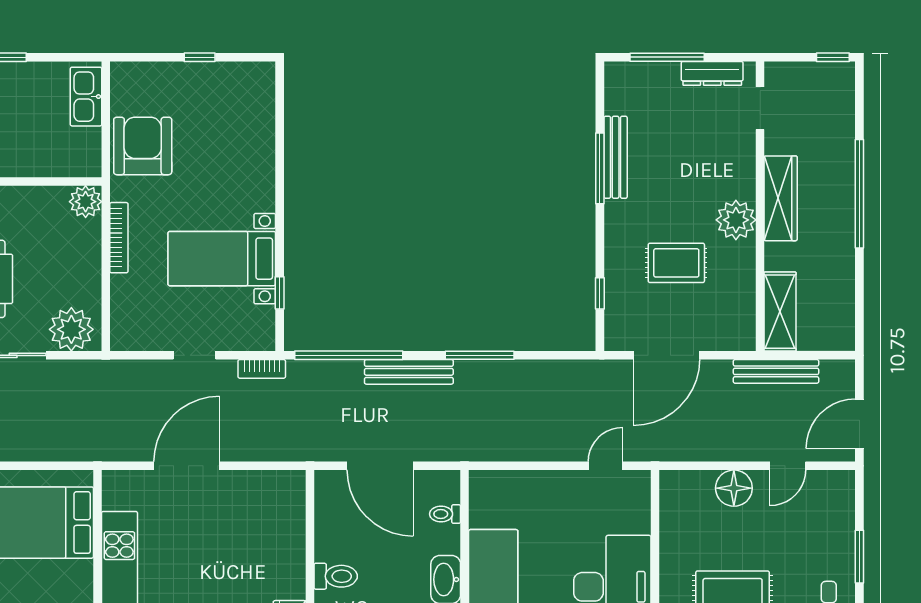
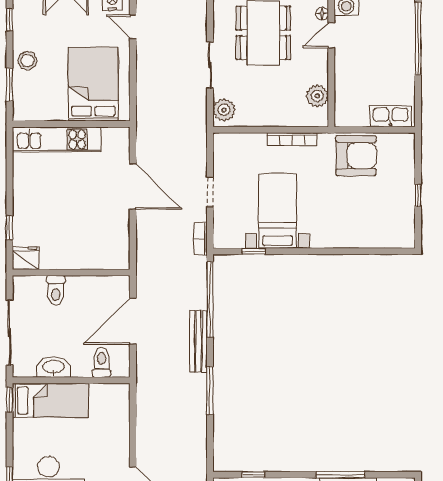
plant: (86, 202) -> (317, 96), moved
plant: (71, 329) -> (224, 110), width x0.73, depth x0.73
toilet: (445, 514) -> (102, 363), width x1.37, depth x1.39

